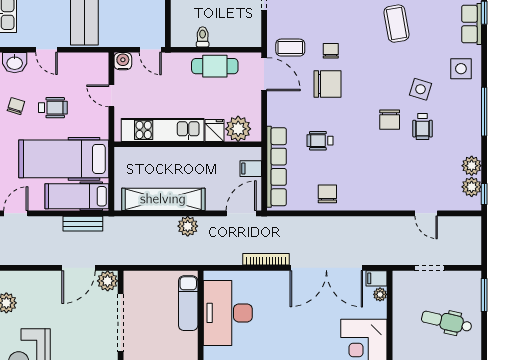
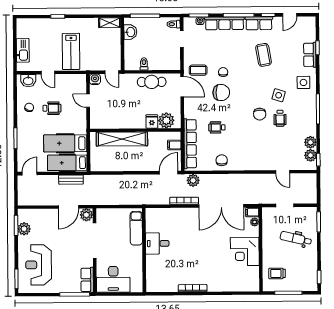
kitchen unit: (163, 130) -> (120, 121), removed
hospital bed: (64, 159) -> (65, 143), width x0.73, depth x0.78
shelving: (163, 199) -> (122, 139), moved
plant: (188, 226) -> (193, 180), moved
desk: (228, 313) -> (157, 243), width x0.53, depth x0.77

